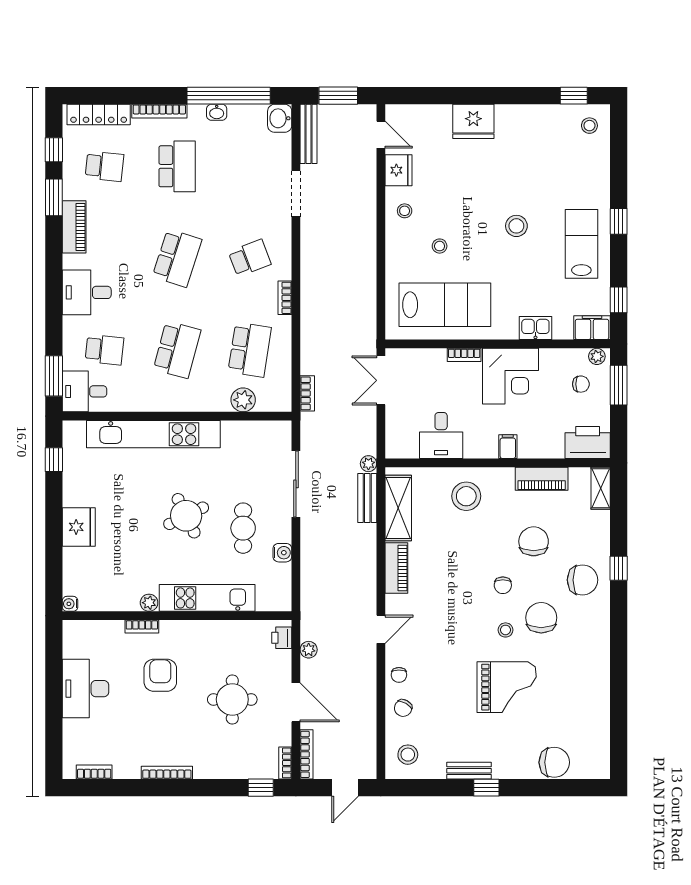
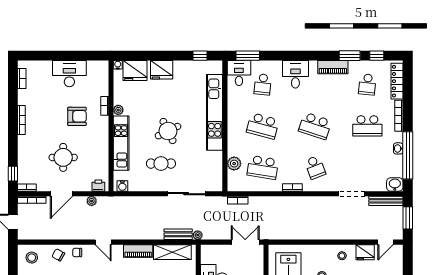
water cooler: (282, 553) -> (122, 186), moved
fridge: (80, 574) -> (135, 71), added

